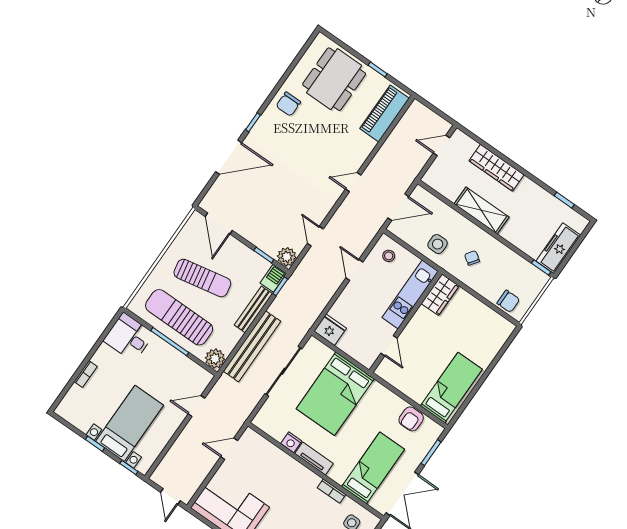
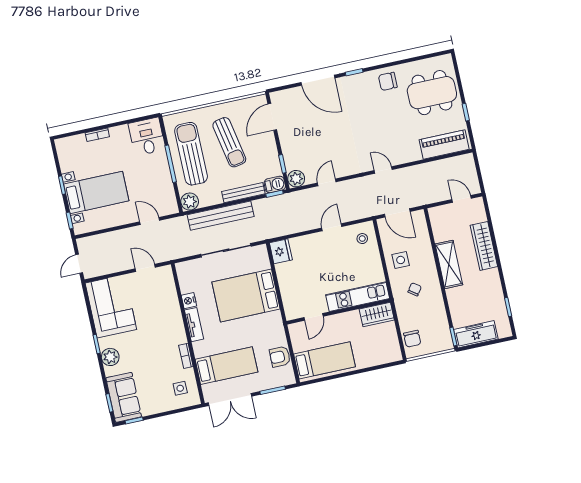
kitchen unit: (410, 294) -> (358, 297), moved
wardrobe: (440, 295) -> (377, 315), moved
wall: (406, 322) -> (338, 312), moved
door: (389, 346) -> (314, 317), moved

